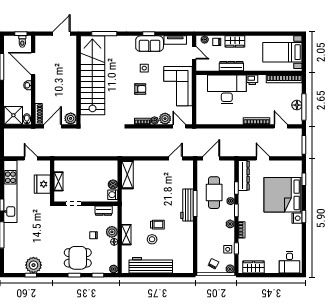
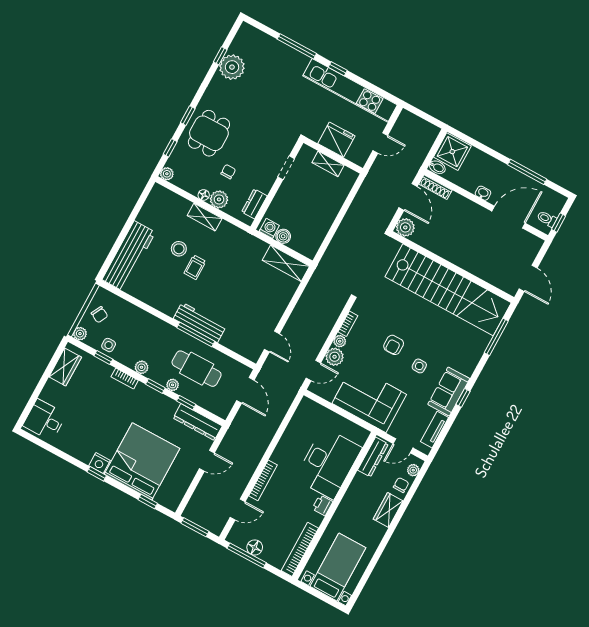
dresser: (231, 66) -> (373, 457), moved
workbench: (151, 265) -> (129, 256), moved

